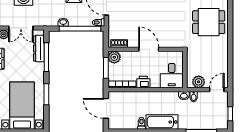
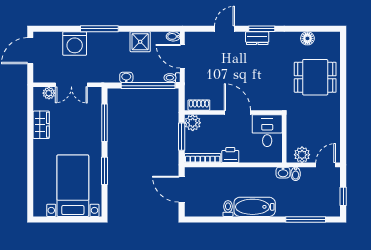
dresser: (39, 49) -> (95, 111), removed
desk: (172, 76) -> (267, 131), moved, turned 180

